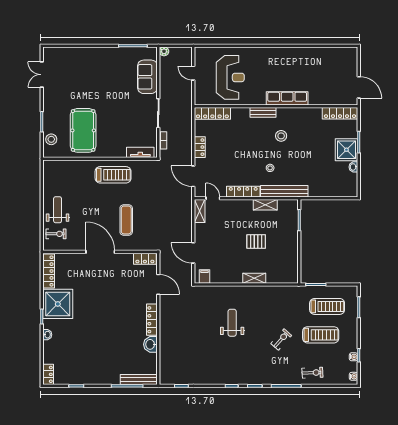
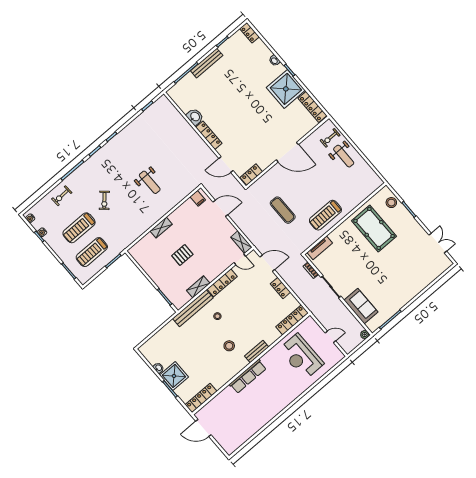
exercise mat: (126, 220) -> (283, 210), moved
bench: (139, 380) -> (207, 63), moved

